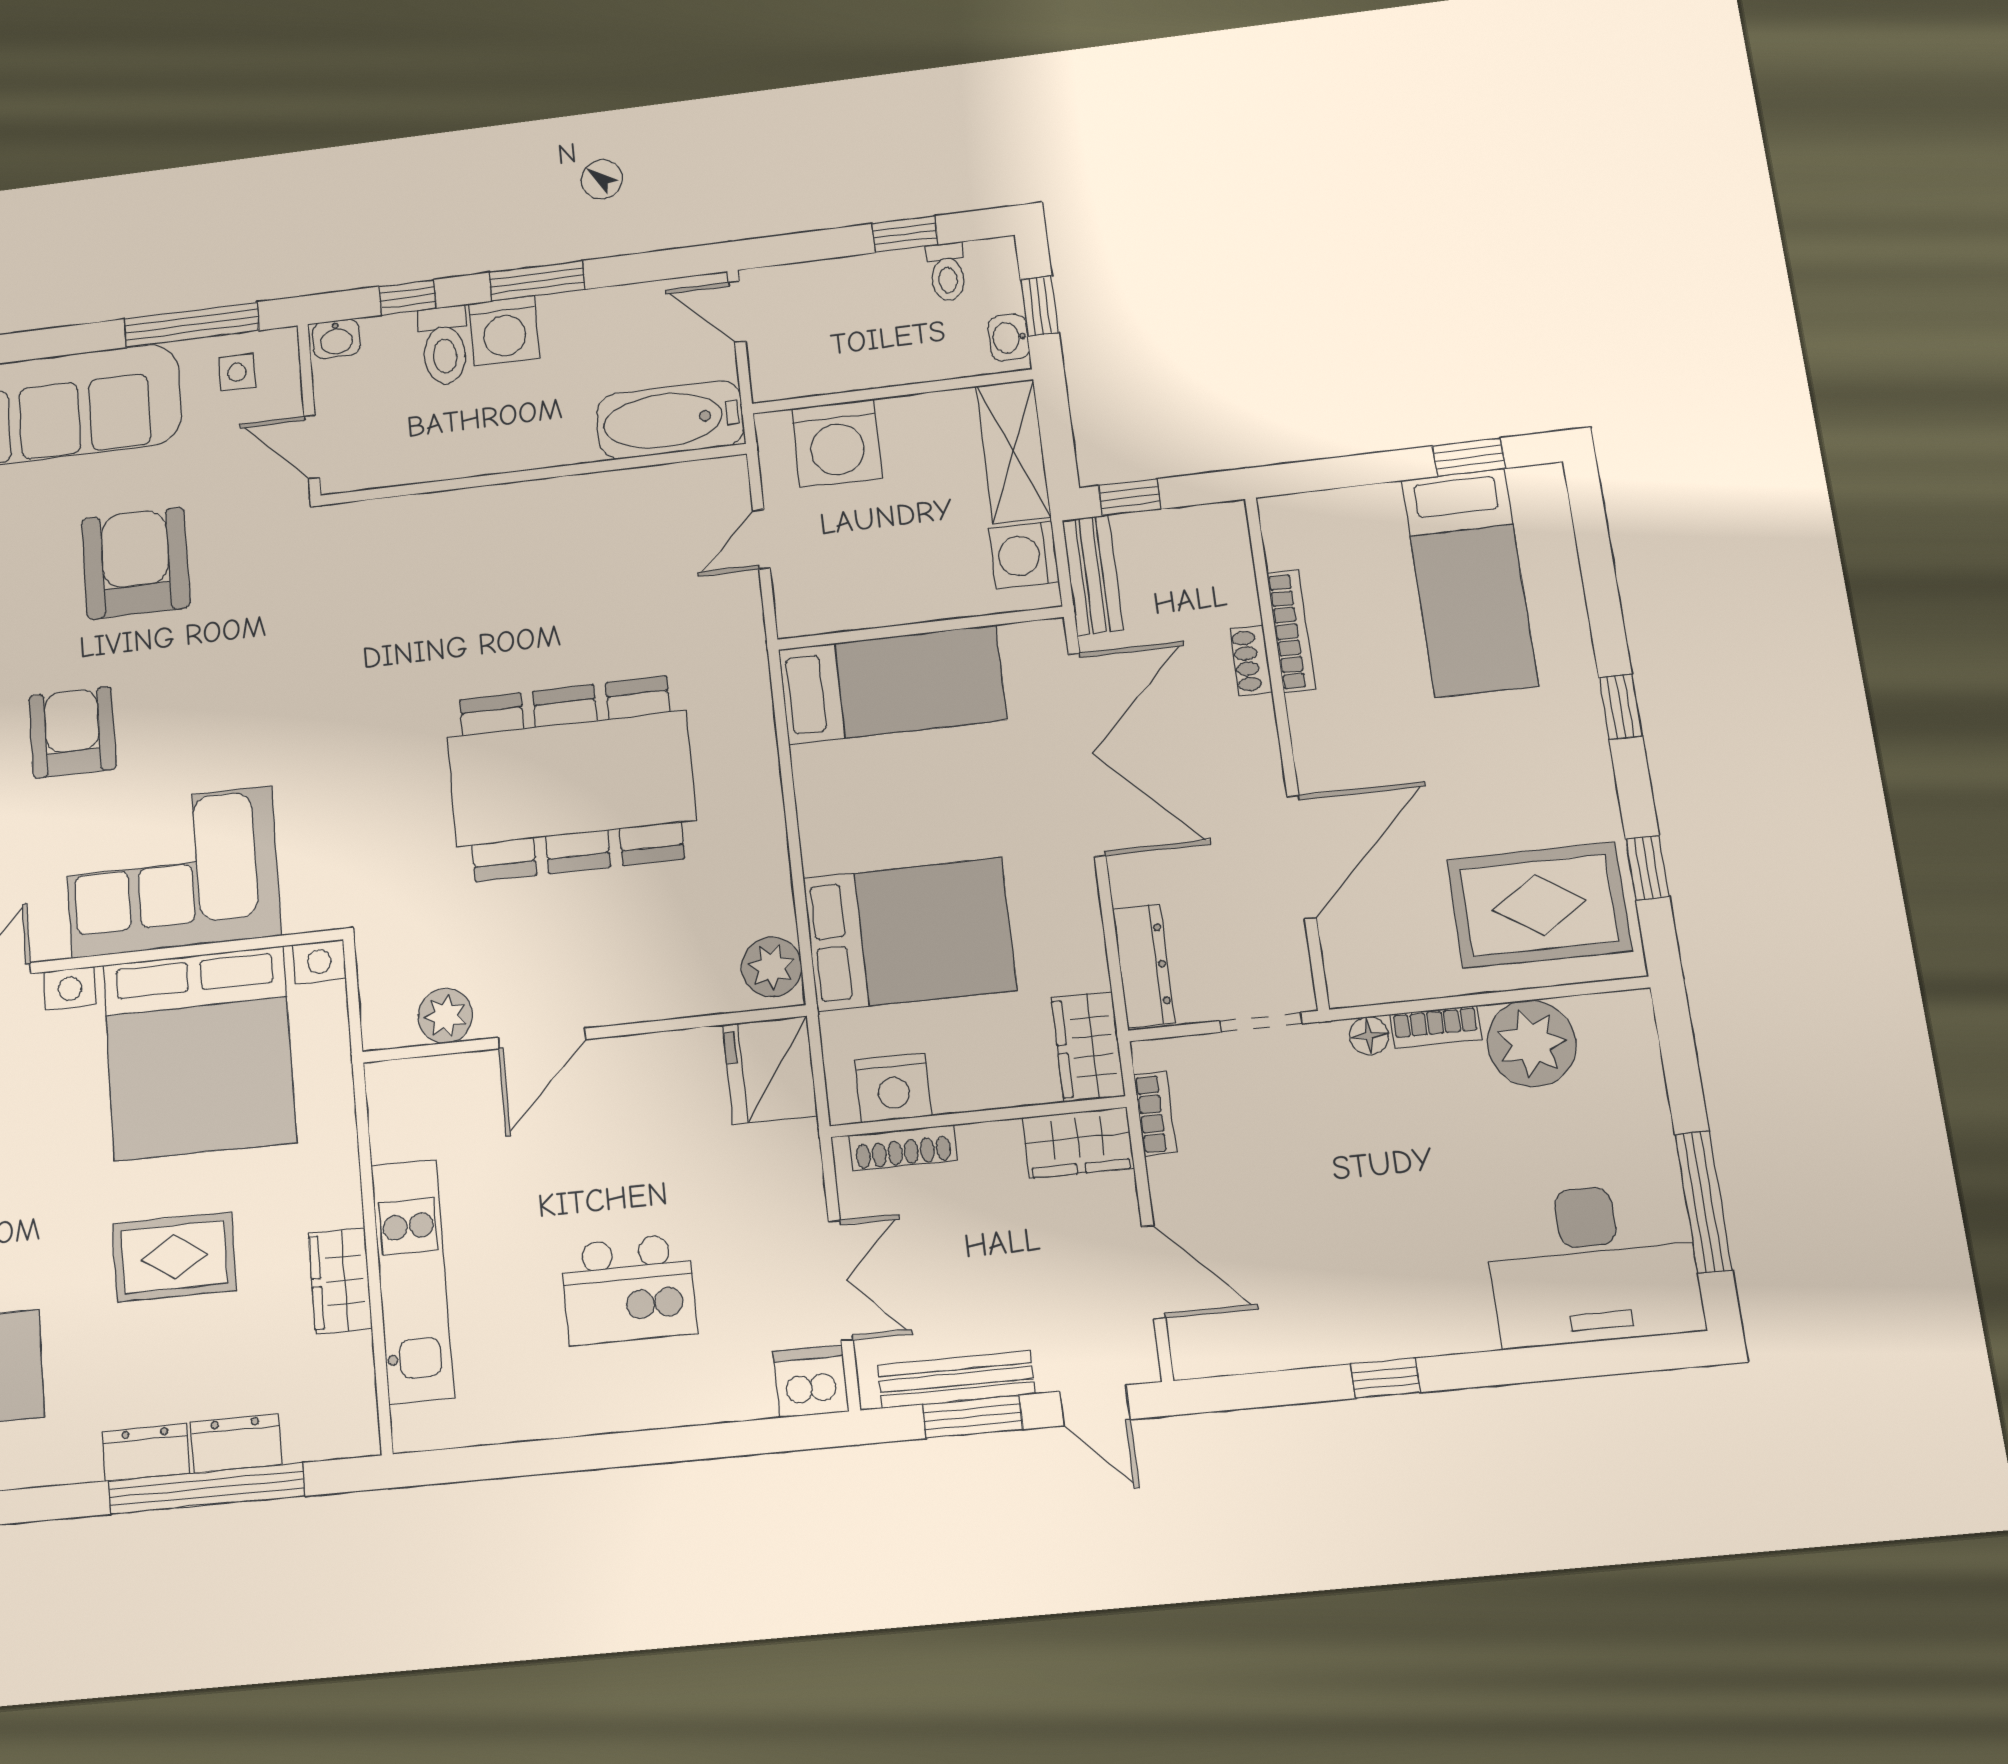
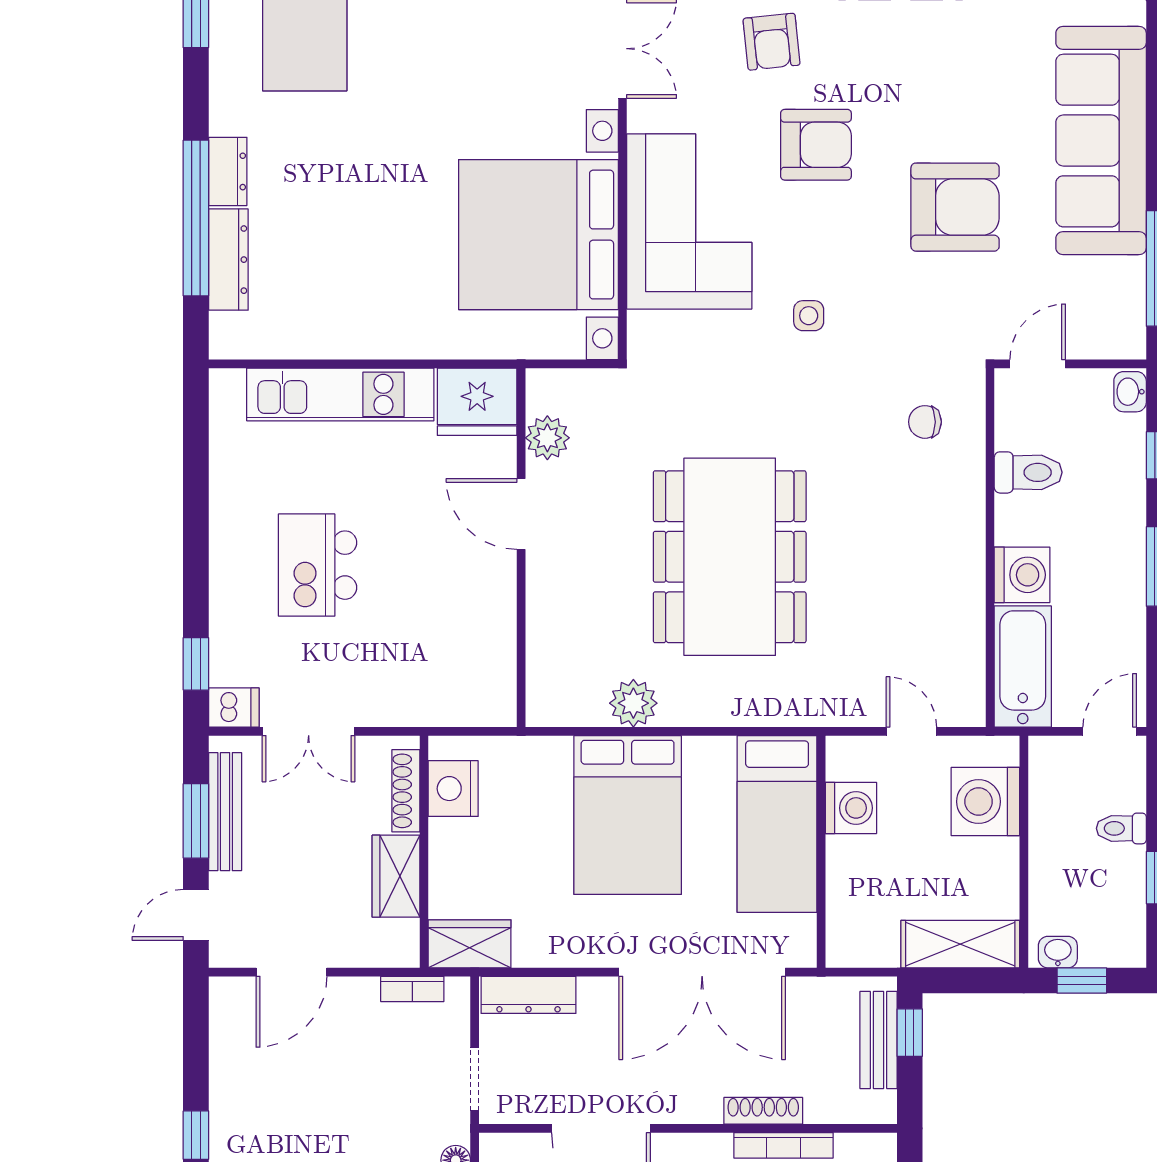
toilet: (947, 272) -> (1121, 828), moved
washing machine: (504, 331) -> (1022, 575), moved, turned 180
toilet: (444, 345) -> (1028, 472), moved, turned 180
side table: (237, 372) -> (809, 316), moved
washing machine: (1024, 555) -> (851, 808), moved, turned 90
chair: (390, 568) -> (925, 422), added
bench: (1093, 575) -> (879, 1040), moved, turned 90
shoe rack: (1251, 661) -> (763, 1111), width x1.43
bed: (909, 934) -> (628, 815), moved
plant: (772, 967) -> (633, 703), moved
fridge: (770, 1070) -> (477, 402), moved, turned 180
wardrobe: (1078, 1143) -> (396, 876), moved
rug: (174, 1257) -> (378, 204), removed
wardrobe: (340, 1281) -> (346, 337), removed
dishwasher: (811, 1382) -> (234, 707), width x0.73
window: (770, 1436) -> (196, 664), added
dresser: (236, 1443) -> (228, 260), width x1.44

